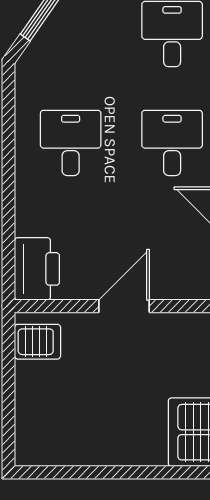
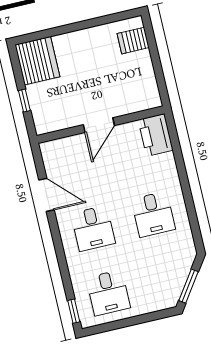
server rack: (38, 342) -> (133, 41), moved

